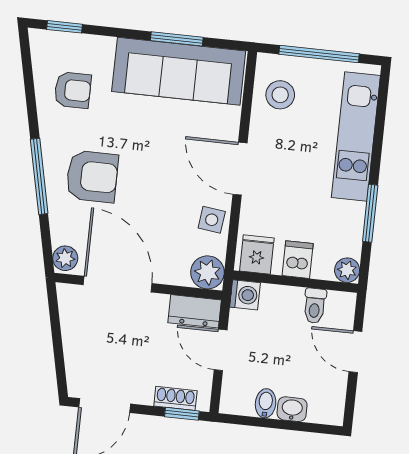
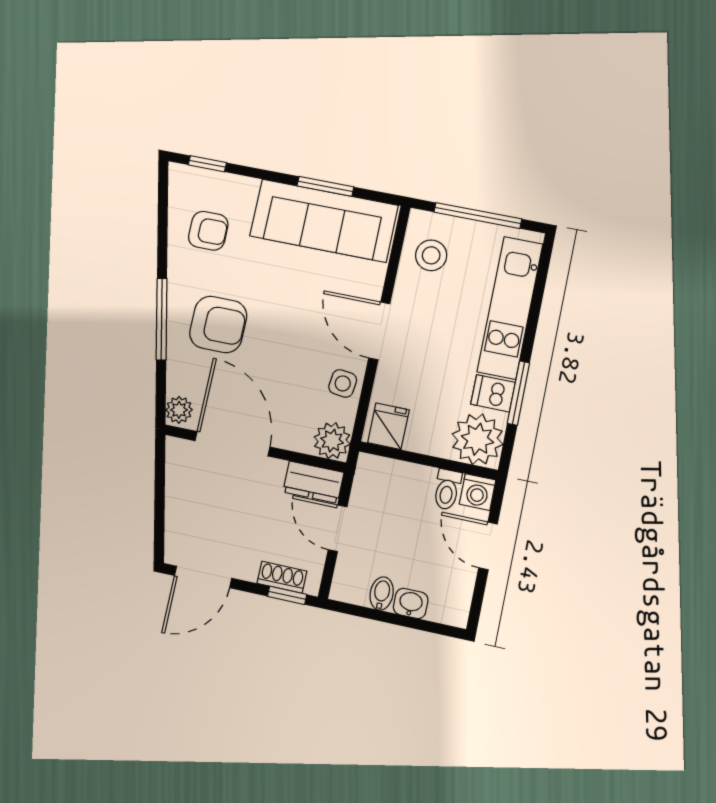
dishwasher: (298, 260) -> (493, 393), moved, turned -90
plant: (347, 270) -> (477, 439), width x1.87, depth x1.87
washing machine: (245, 295) -> (478, 492), moved, turned 90

